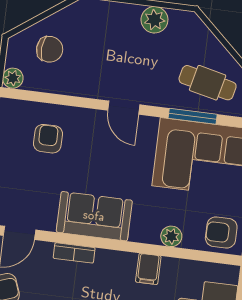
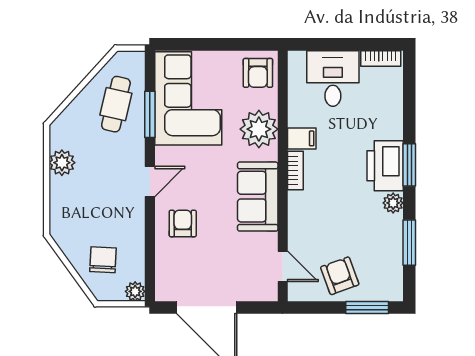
armchair: (48, 139) -> (183, 223), moved, turned 90
plant: (171, 236) -> (259, 129), width x1.88, depth x1.88
bookcase: (74, 253) -> (295, 170), moved

